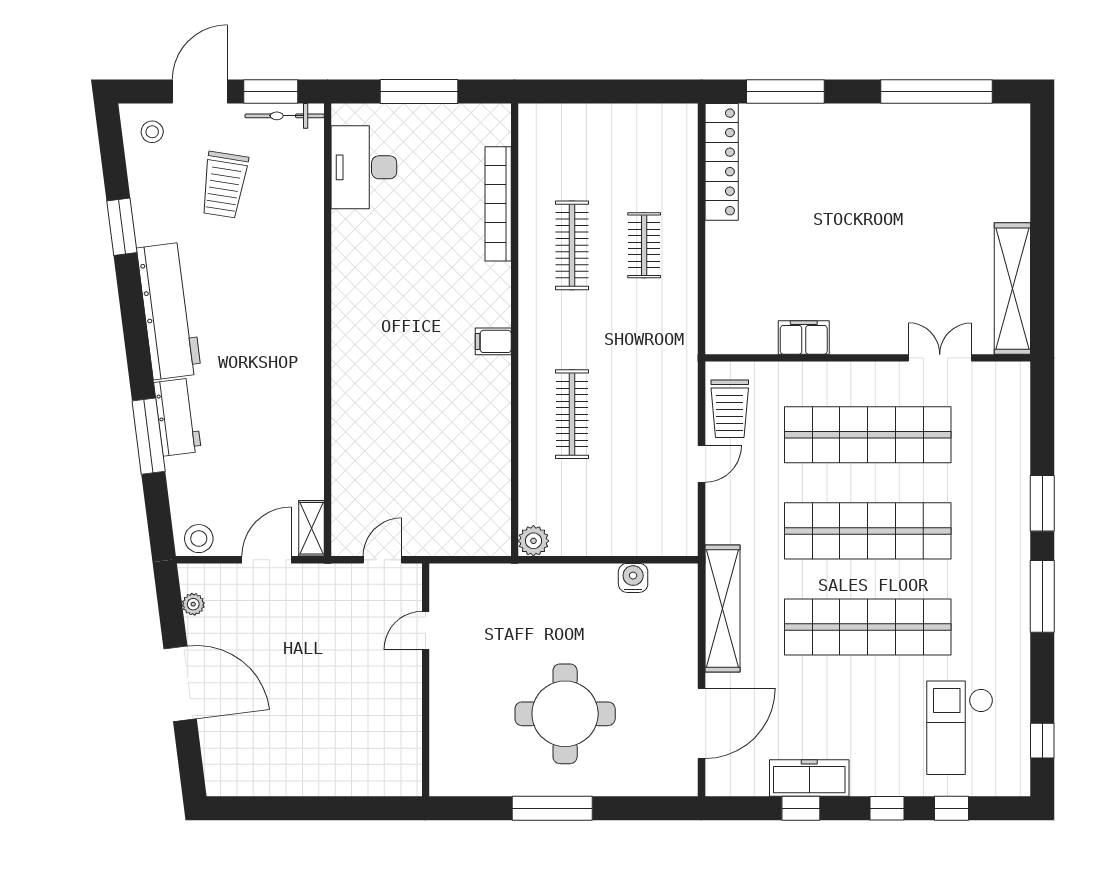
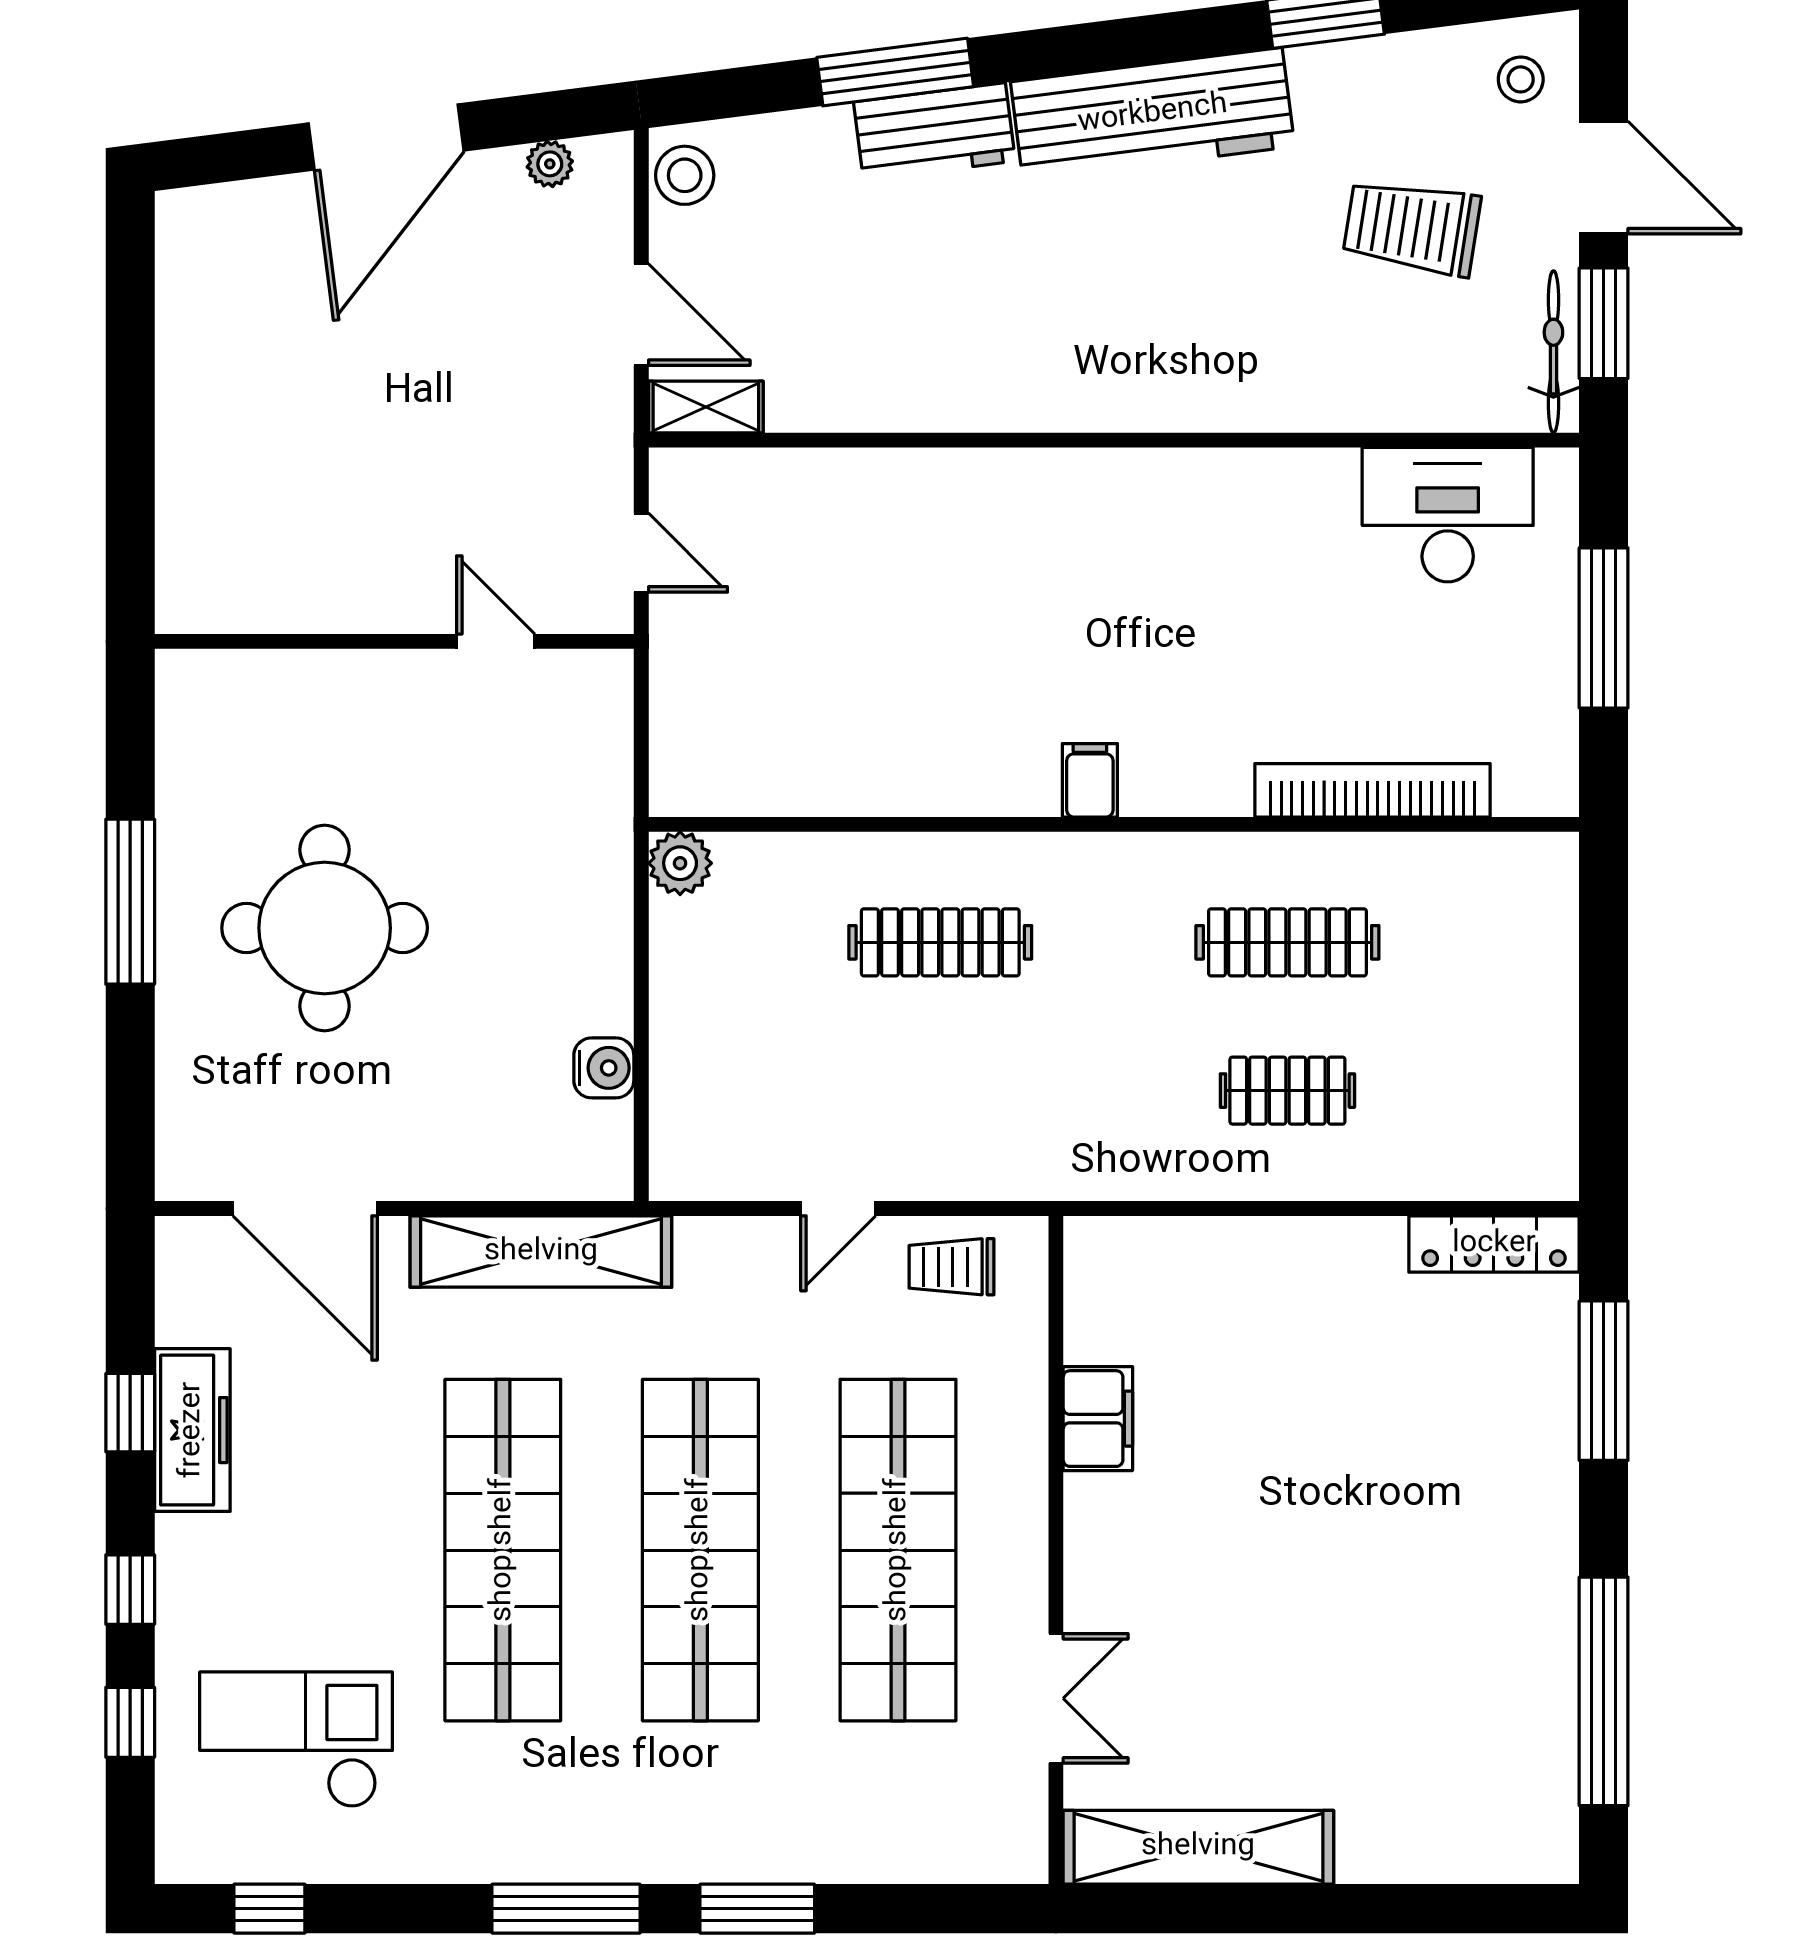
locker: (722, 162) -> (1494, 1244), width x0.71, depth x0.83
trolley: (730, 409) -> (952, 1267), width x0.73, depth x0.72
door: (702, 464) -> (838, 1209), hinge flipped

